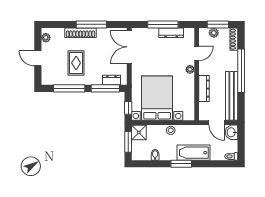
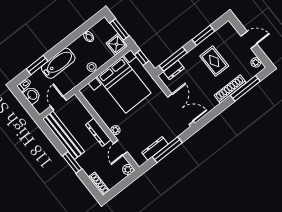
window: (91, 24) -> (245, 88), moved
window: (218, 24) -> (122, 186), removed
plant: (214, 33) -> (128, 170), moved
window: (241, 71) -> (72, 162), width x0.47
window: (69, 88) -> (203, 35), width x0.69
dresser: (204, 89) -> (98, 132), moved
door: (217, 123) -> (59, 103), hinge flipped
washbasin: (232, 132) -> (32, 95), moved
window: (181, 164) -> (37, 65), moved

